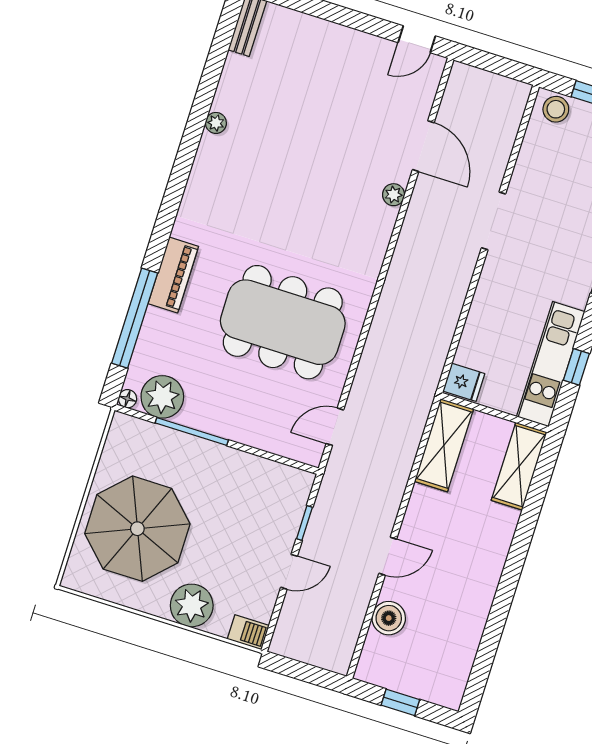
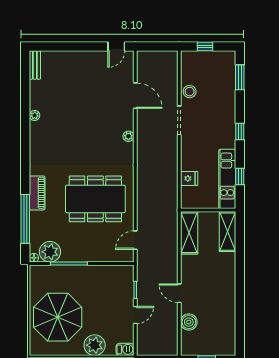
stool: (556, 109) -> (190, 92), moved
plant: (394, 195) -> (128, 136), moved
fridge: (464, 382) -> (189, 178), moved
door: (388, 556) -> (179, 293), swing flipped

